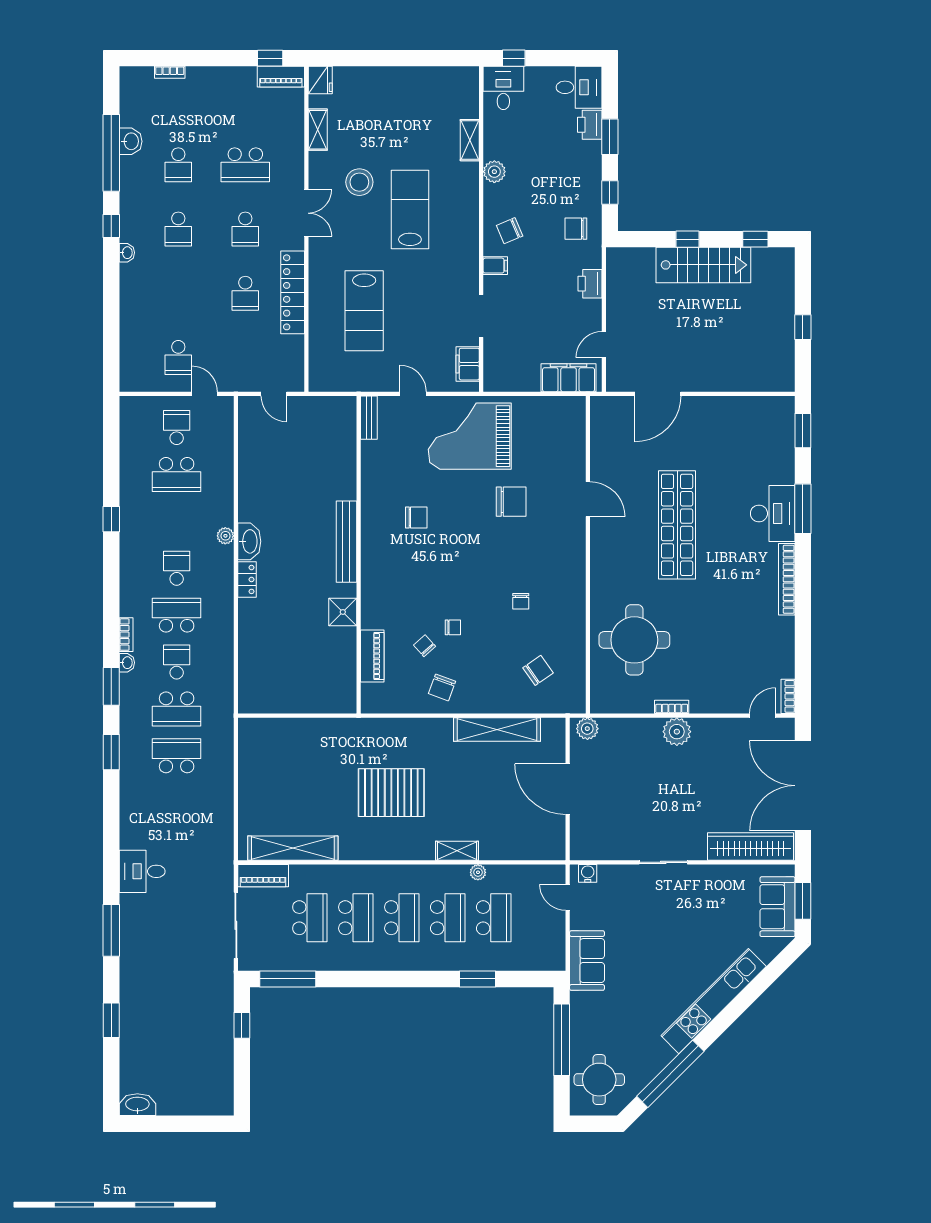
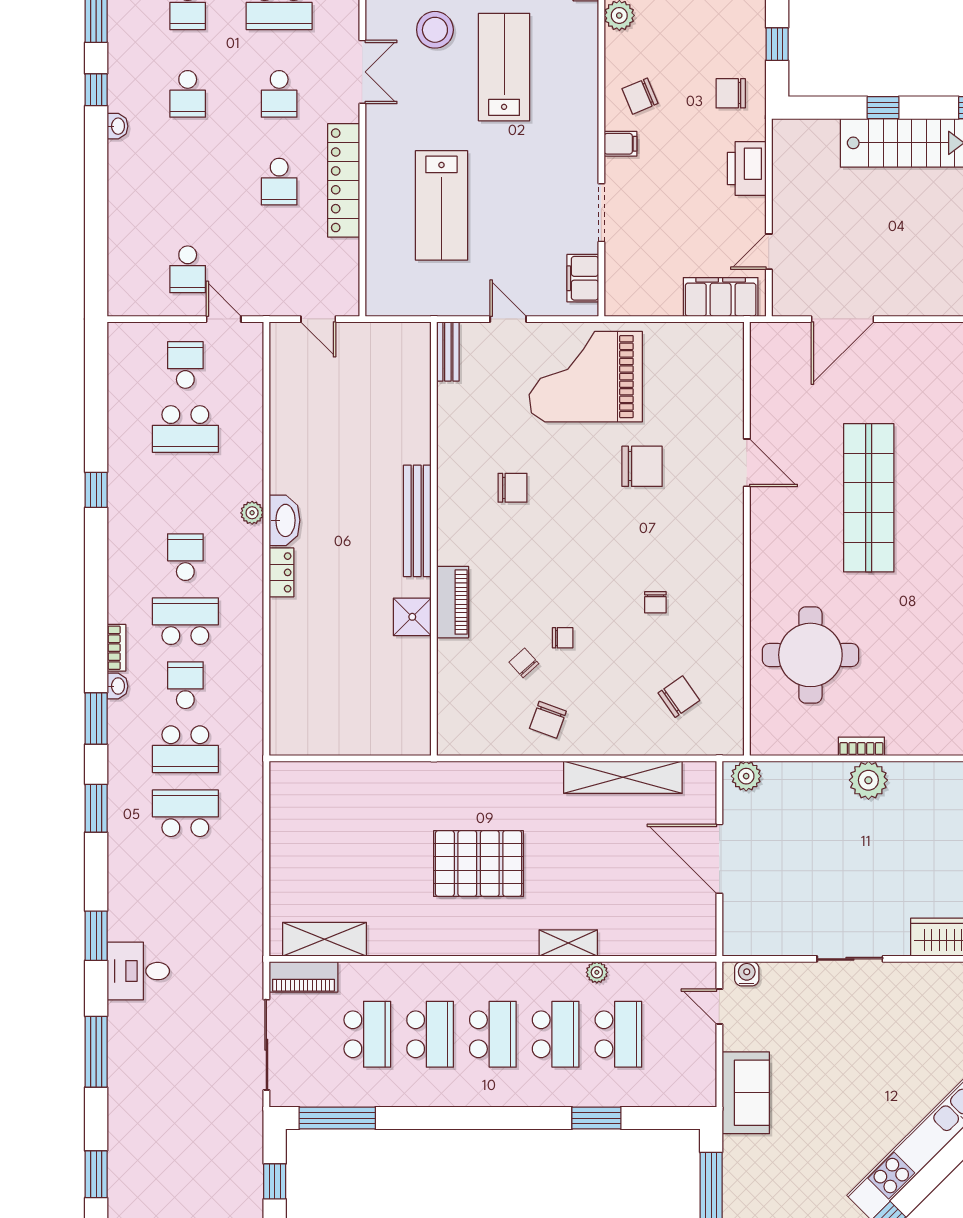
printer: (590, 284) -> (747, 169), width x1.37, depth x1.19
piano: (372, 656) -> (453, 602), moved
window: (111, 846) -> (96, 936), added
shelving: (293, 848) -> (325, 939), width x0.68

